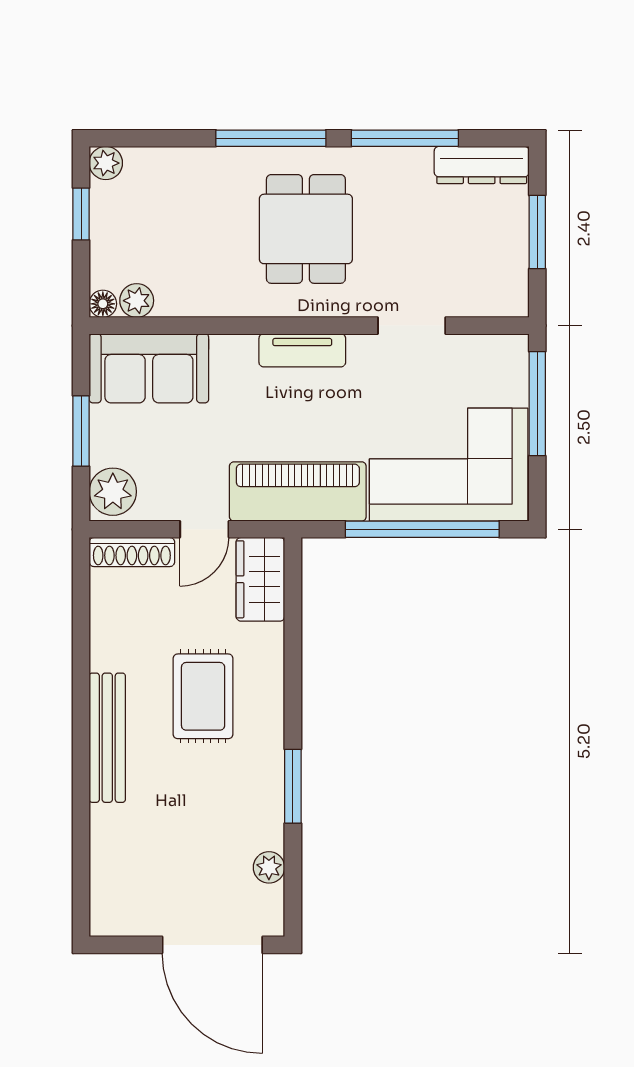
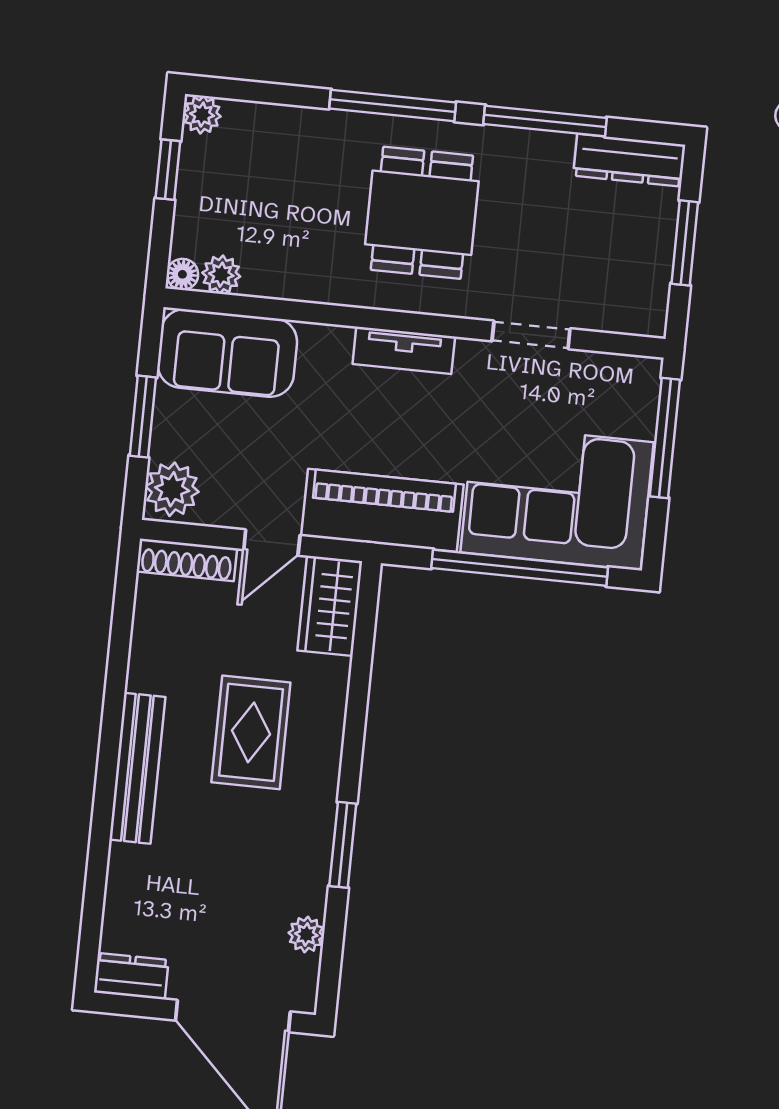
dresser: (120, 919) -> (131, 976), added

